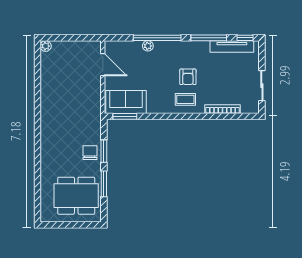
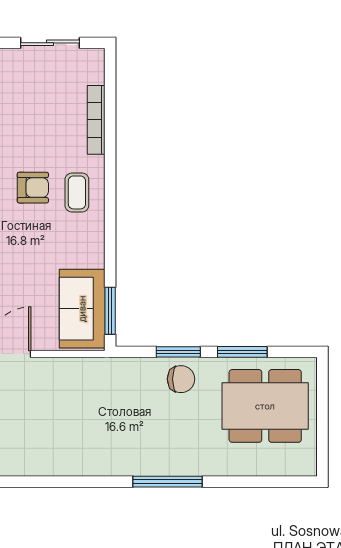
window: (37, 146) -> (168, 482), added
chair: (90, 153) -> (181, 379), turned 180
dining table: (76, 196) -> (265, 406), turned 90

